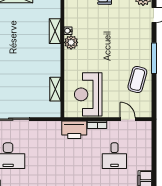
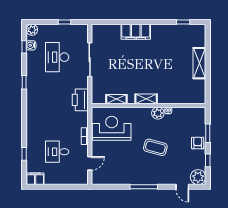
shelving: (55, 31) -> (146, 99), moved
coffee table: (137, 80) -> (155, 147), moved
printer: (74, 130) -> (80, 100), moved

